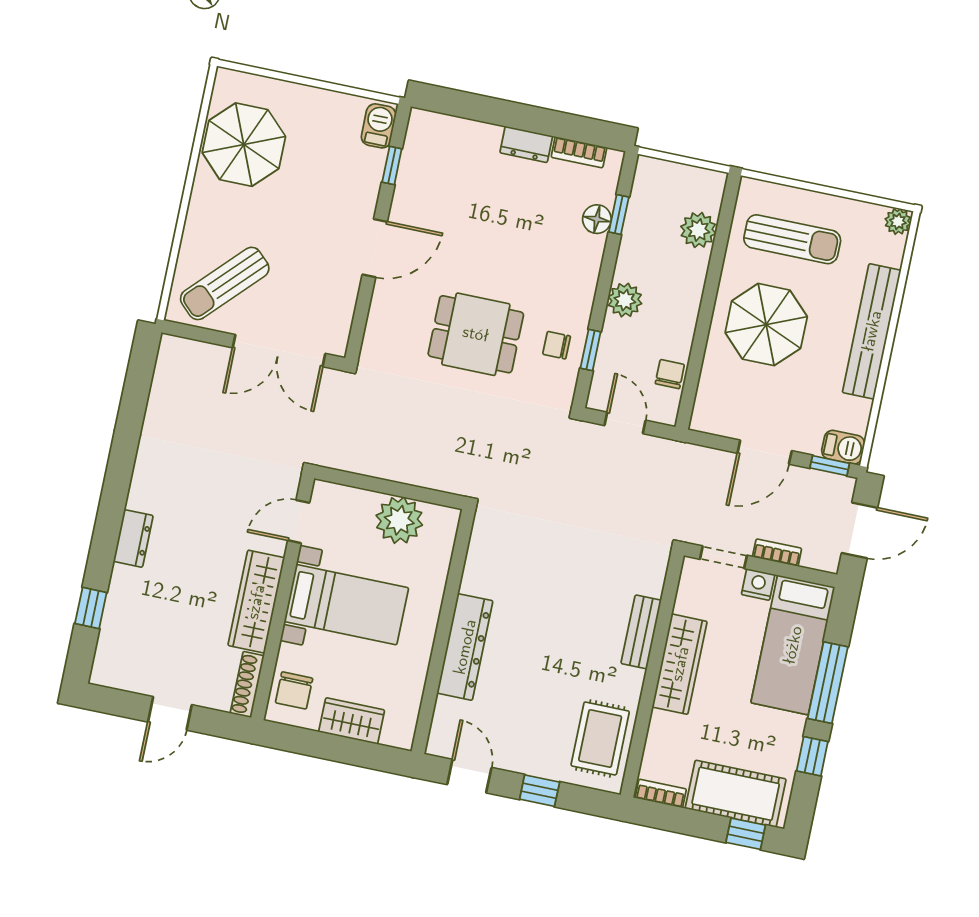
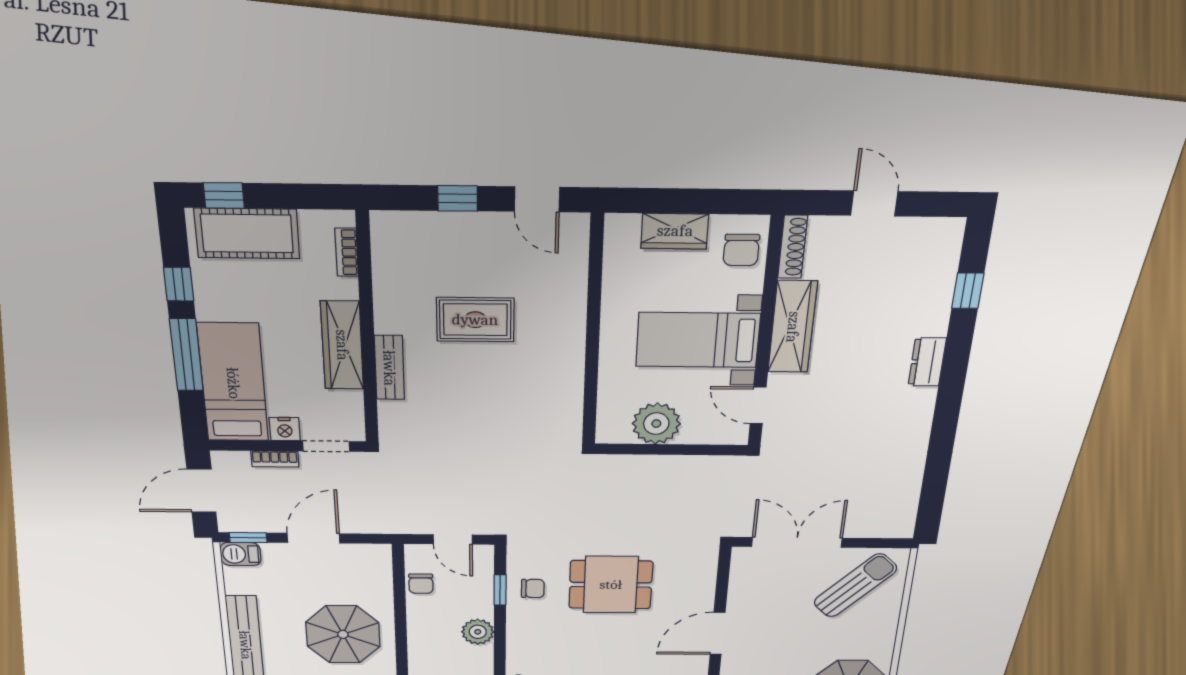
door: (299, 522) -> (758, 405), swing flipped
dresser: (465, 647) -> (567, 323), removed
chair: (294, 690) -> (741, 250), turned 180
door: (170, 713) -> (874, 203), hinge flipped
rug: (600, 738) -> (475, 320), moved, turned 90
bookcase: (661, 793) -> (347, 252), moved, turned 90

